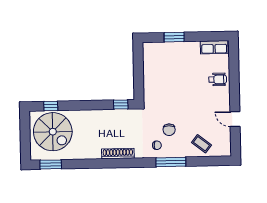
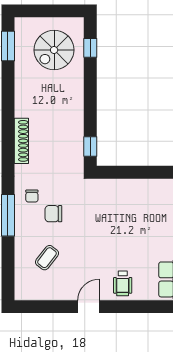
door: (235, 119) -> (88, 307), moved
spiral stairs: (53, 132) -> (54, 50), width x0.73, depth x0.73
coffee table: (202, 144) -> (47, 258), moved

